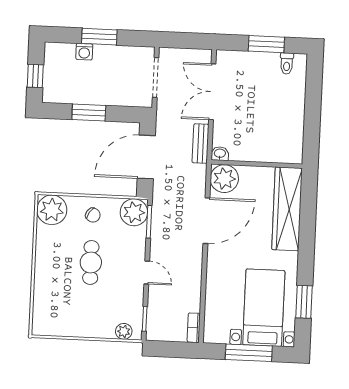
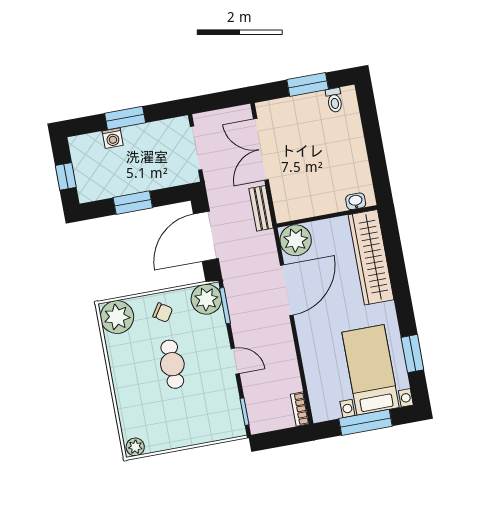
washbasin: (220, 154) -> (356, 201), moved
plant: (124, 331) -> (135, 447), moved

